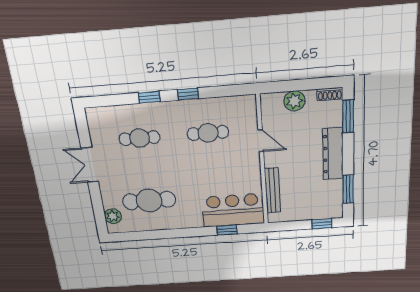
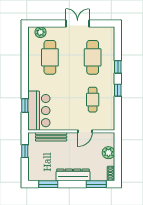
cafe table: (140, 138) -> (93, 57), width x1.37, depth x1.35
window: (322, 224) -> (25, 151), moved

